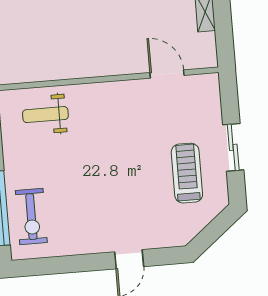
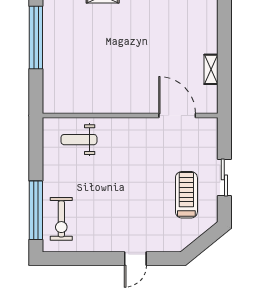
door: (167, 74) -> (177, 116), width x1.36

